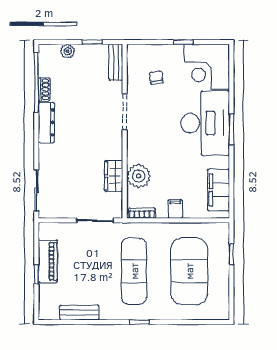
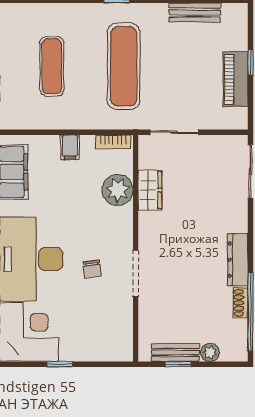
bench: (116, 62) -> (175, 353), moved, turned 90
chair: (156, 77) -> (92, 269), moved
exercise mat: (189, 271) -> (52, 66), width x0.50, depth x0.69

